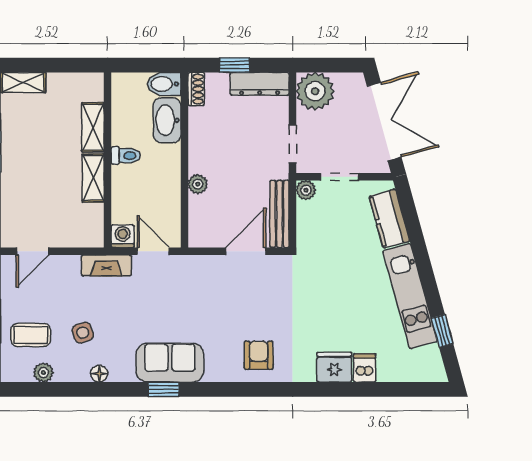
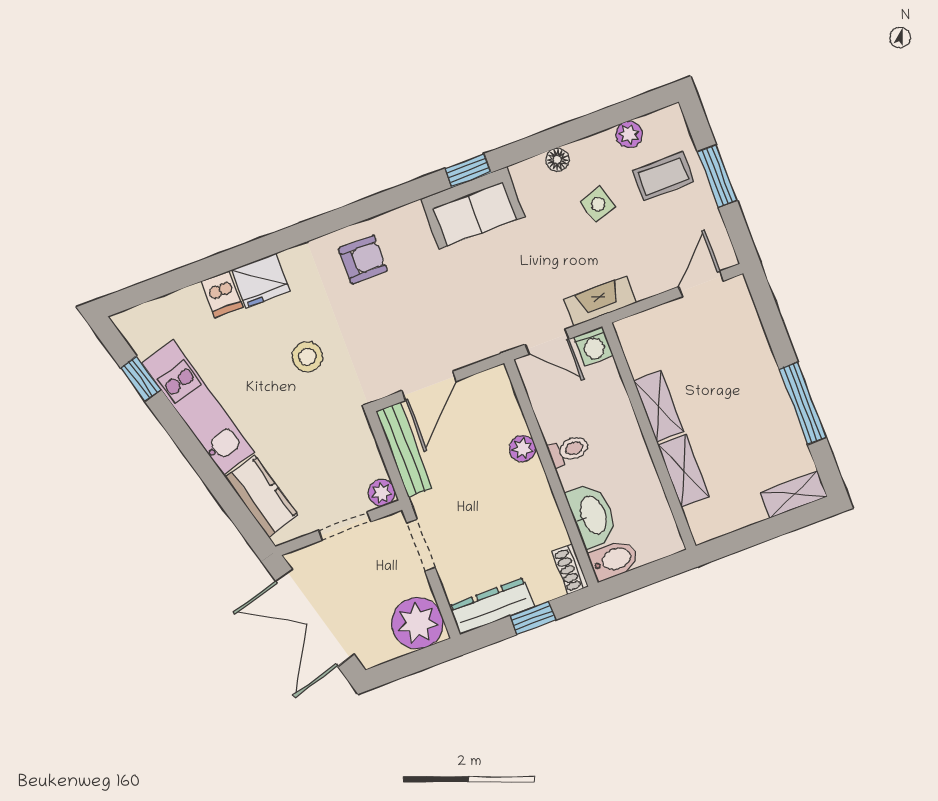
toilet: (126, 156) -> (569, 450), moved, turned 180
stool: (322, 303) -> (307, 357), added
armchair: (259, 355) -> (363, 260), turned -90

